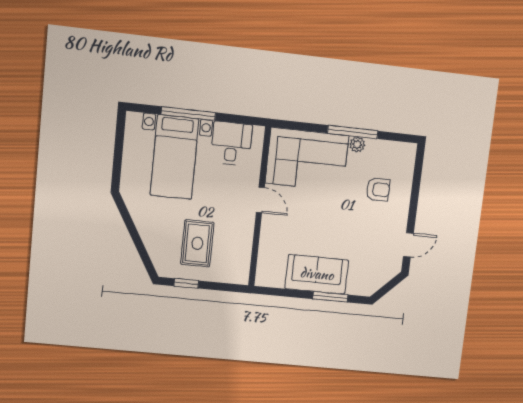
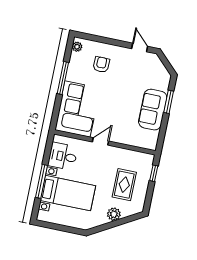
plant: (357, 144) -> (77, 47), moved
plant: (149, 232) -> (114, 214), added
rug: (197, 243) -> (124, 185), turned 90
window: (186, 283) -> (154, 173), moved

